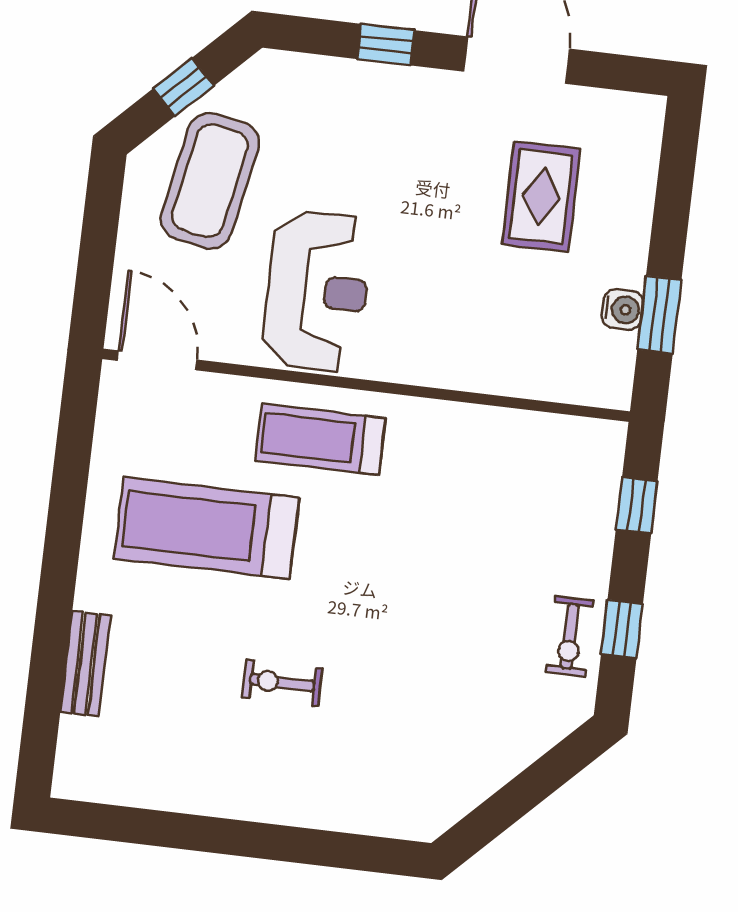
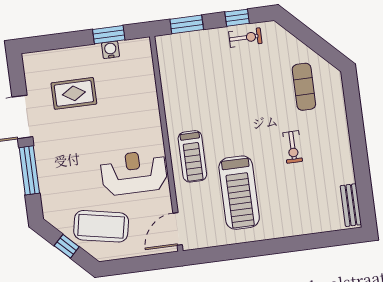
window: (386, 45) -> (29, 170), width x2.17
window: (637, 505) -> (187, 24), width x1.50
bench: (85, 664) -> (351, 205), moved, turned 90
exercise mat: (418, 746) -> (304, 87), added

